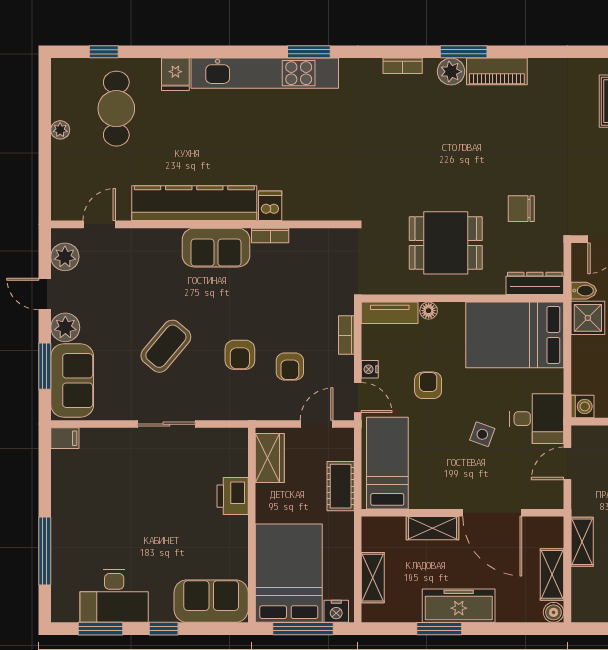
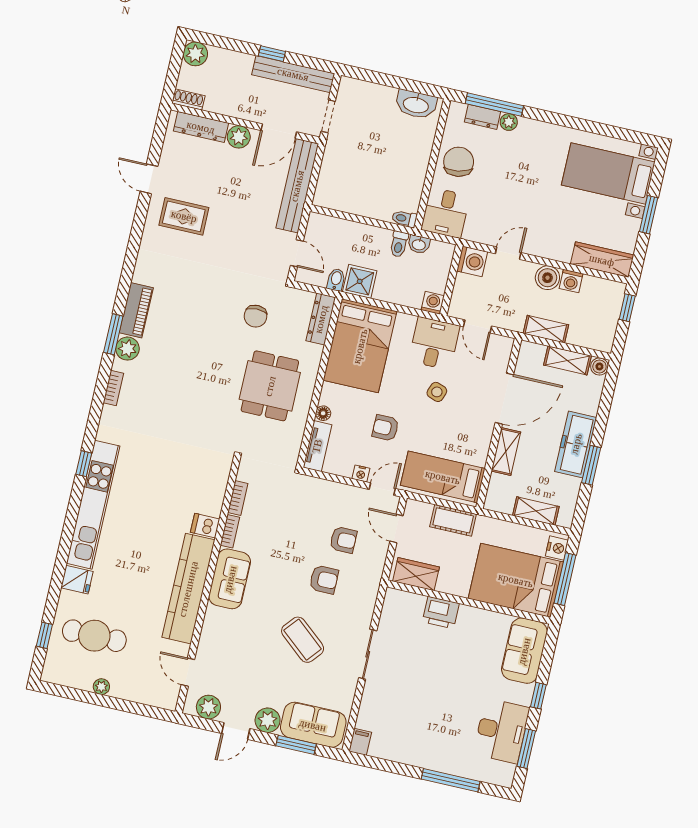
window: (309, 52) -> (84, 464), width x0.67
bookcase: (346, 335) -> (238, 498), moved, turned -90

